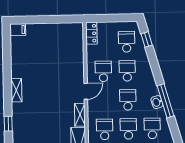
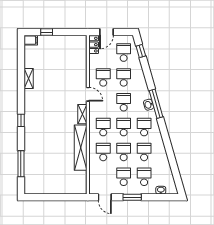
door: (106, 18) -> (106, 32), added
window: (36, 20) -> (47, 32), added
shelving: (16, 90) -> (29, 79), moved
door: (86, 91) -> (88, 94), hinge flipped

